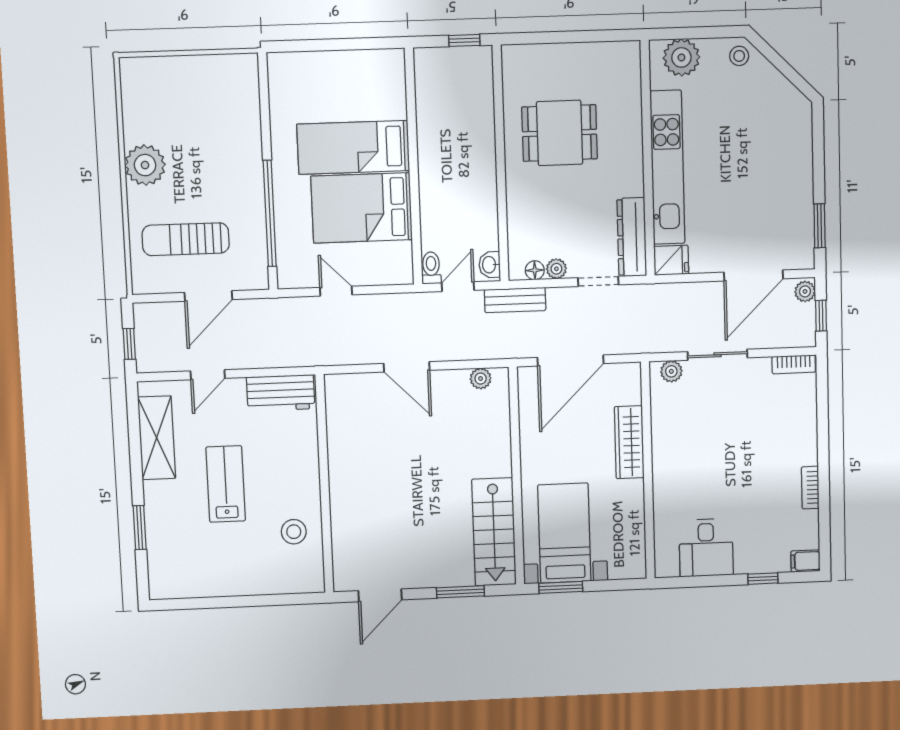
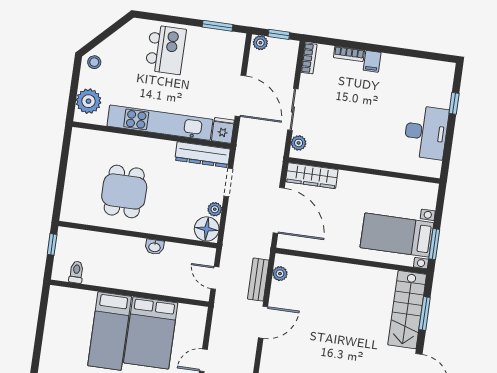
kitchen island: (774, 157) -> (166, 50), added
washbasin: (490, 265) -> (155, 247), moved
toilet: (431, 268) -> (76, 272), moved, turned 90
floor lamp: (535, 270) -> (207, 229), width x1.89, depth x1.89
door: (754, 275) -> (240, 96), moved
bench: (515, 300) -> (258, 280), moved
wardrobe: (629, 442) -> (312, 176), moved
bookcase: (810, 488) -> (349, 54), moved
stairs: (494, 532) -> (407, 310), moved, turned 90
desk: (706, 548) -> (426, 132), width x1.37
filing cabinet: (805, 561) -> (372, 61), moved

